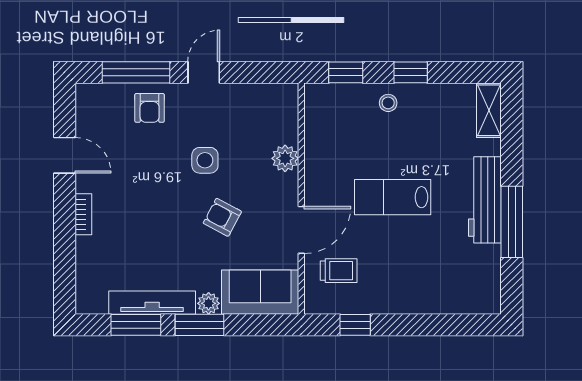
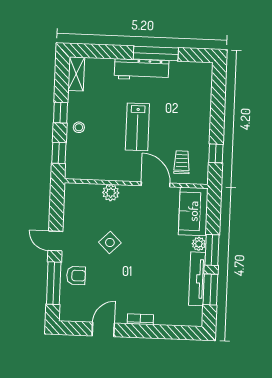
shelving: (489, 110) -> (76, 74), moved, turned 90
side table: (205, 160) -> (110, 242), turned 45
armchair: (222, 217) -> (146, 233), removed

